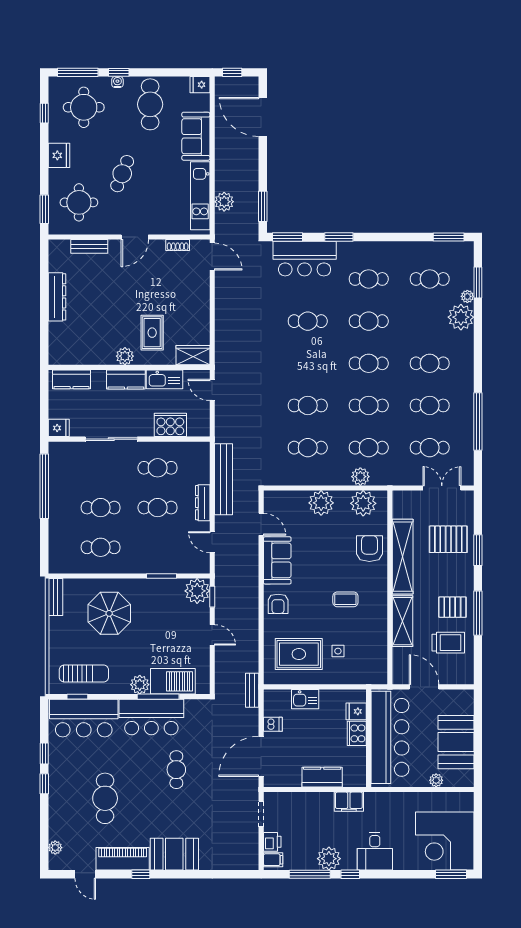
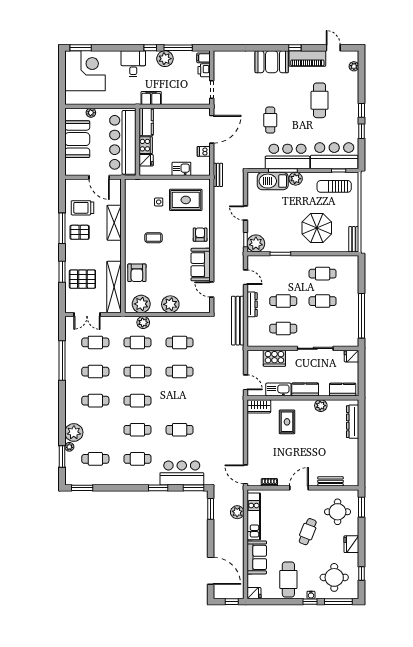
dresser: (57, 297) -> (353, 422), moved
plant: (125, 356) -> (321, 406), moved
shelving: (403, 557) -> (114, 287), moved
kitchen counter: (322, 777) -> (146, 122), moved, turned -90

